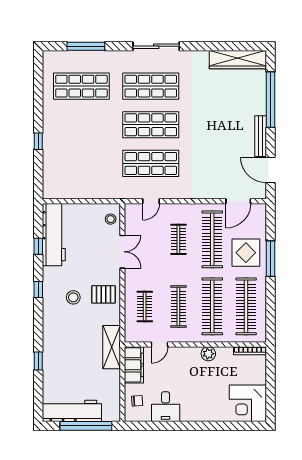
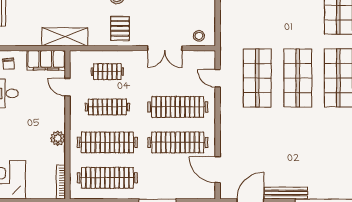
clothes rail: (178, 239) -> (178, 107), width x1.86, depth x1.31
display table: (246, 253) -> (164, 178), removed

